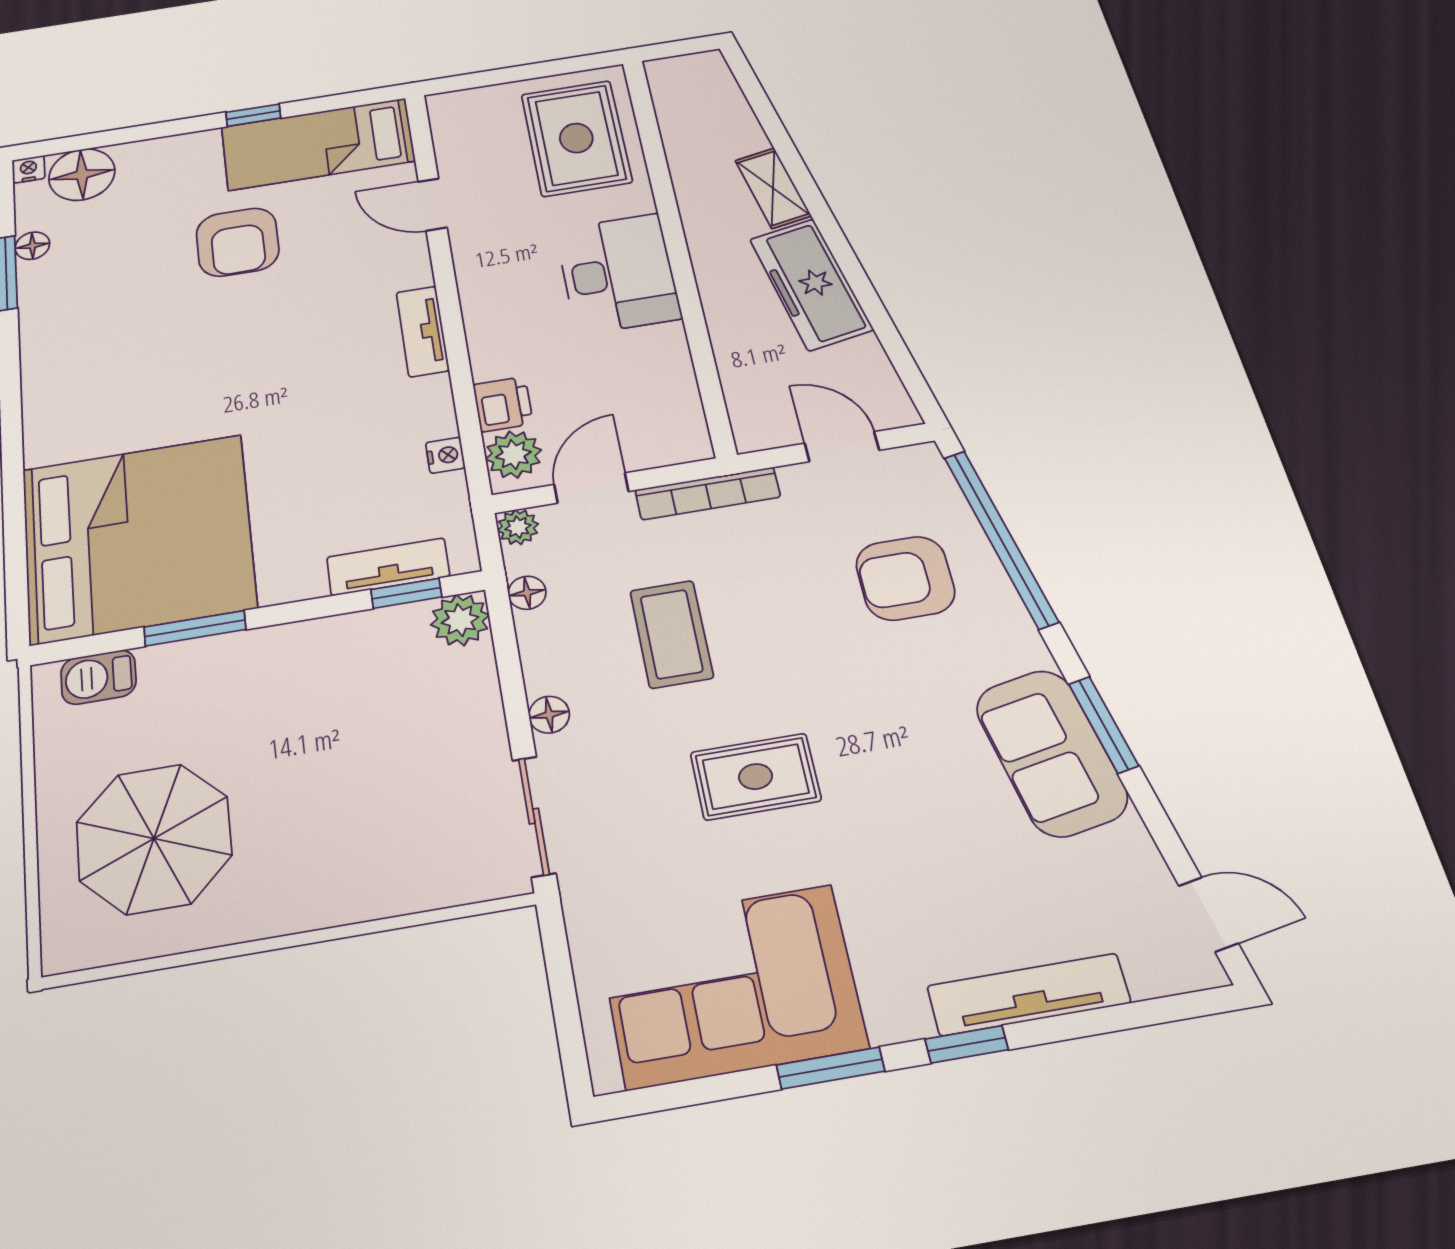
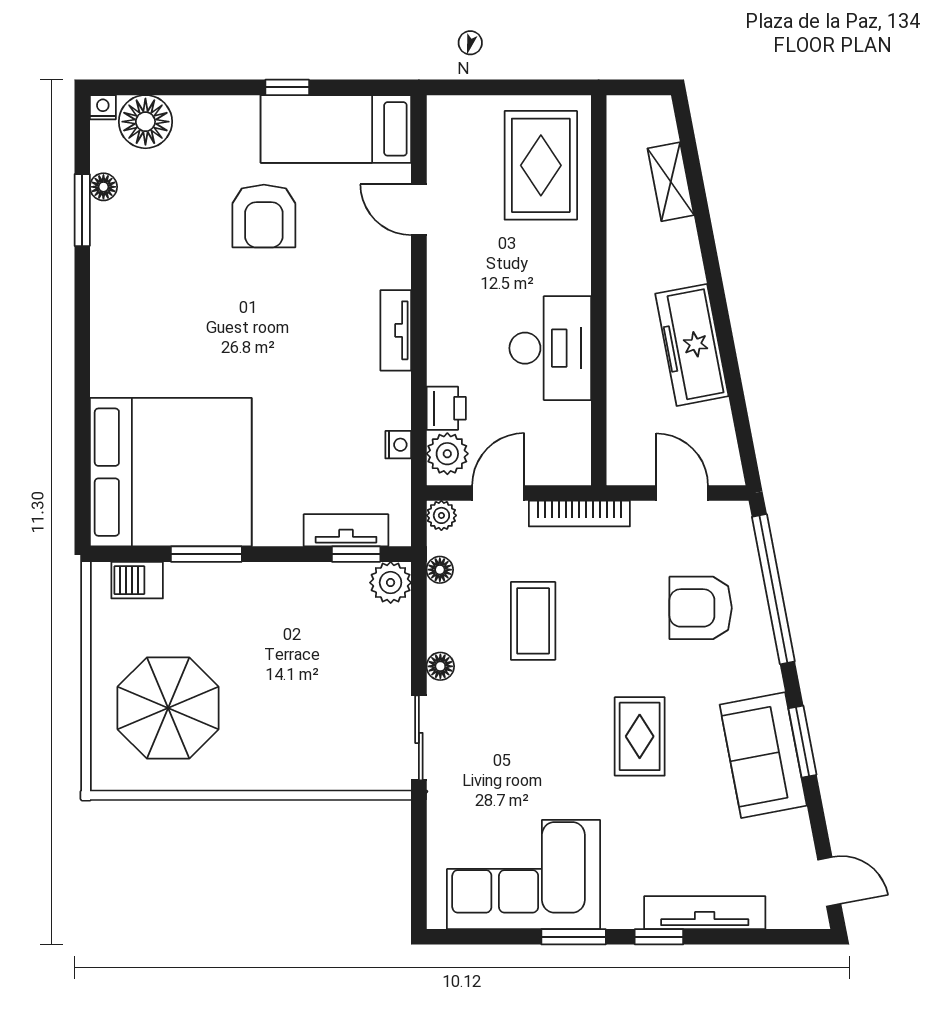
shelving: (773, 188) -> (671, 182), moved
desk: (618, 273) -> (550, 348), moved
rug: (756, 777) -> (640, 736), moved, turned 90

